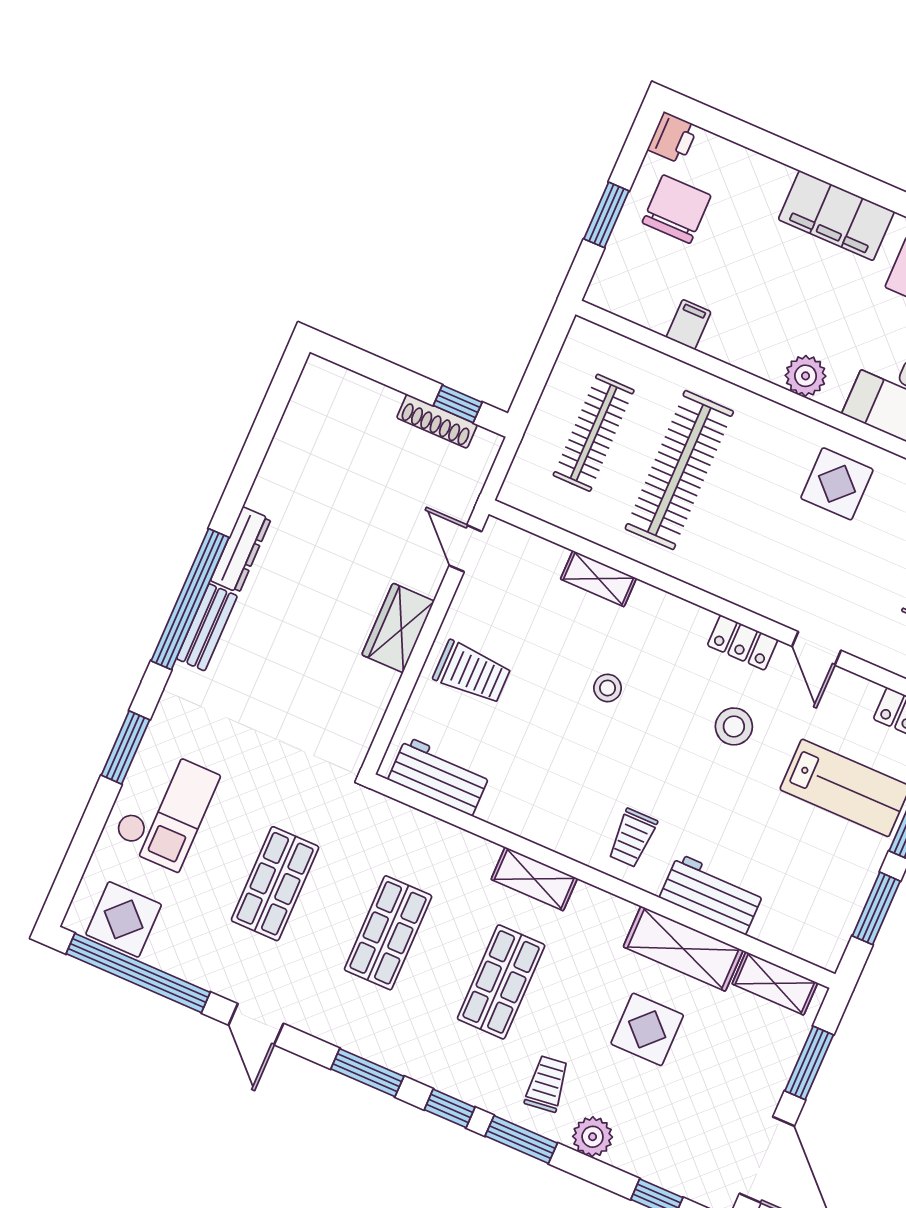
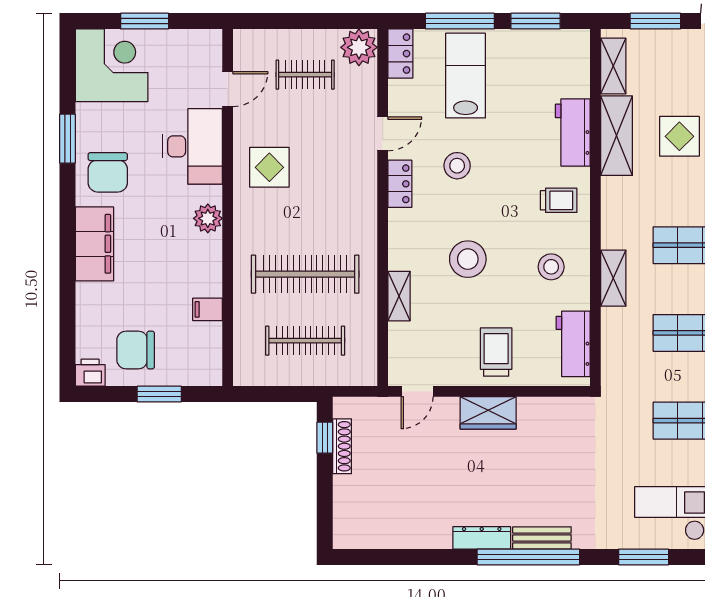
stool: (608, 688) -> (468, 259), width x1.89, depth x1.89
stool: (551, 791) -> (551, 267), added
shelving: (534, 879) -> (613, 278), moved

